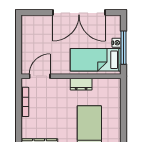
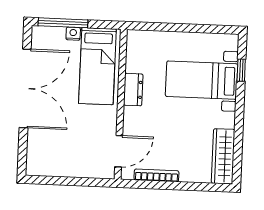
window: (123, 48) -> (63, 23), moved
door: (40, 76) -> (119, 151), swing flipped

